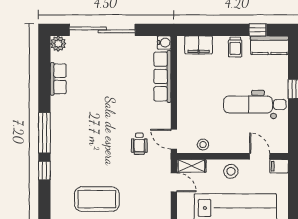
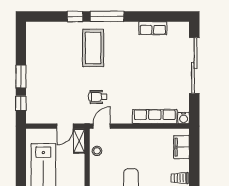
plant: (58, 44) -> (183, 28), removed
stool: (231, 171) -> (74, 174), removed
coffee table: (97, 199) -> (93, 48), moved

